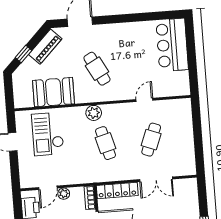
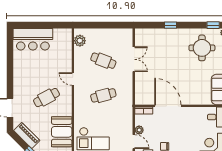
door: (144, 100) -> (73, 79), moved
plant: (94, 113) -> (80, 41), moved
locker: (117, 191) -> (140, 89), removed

